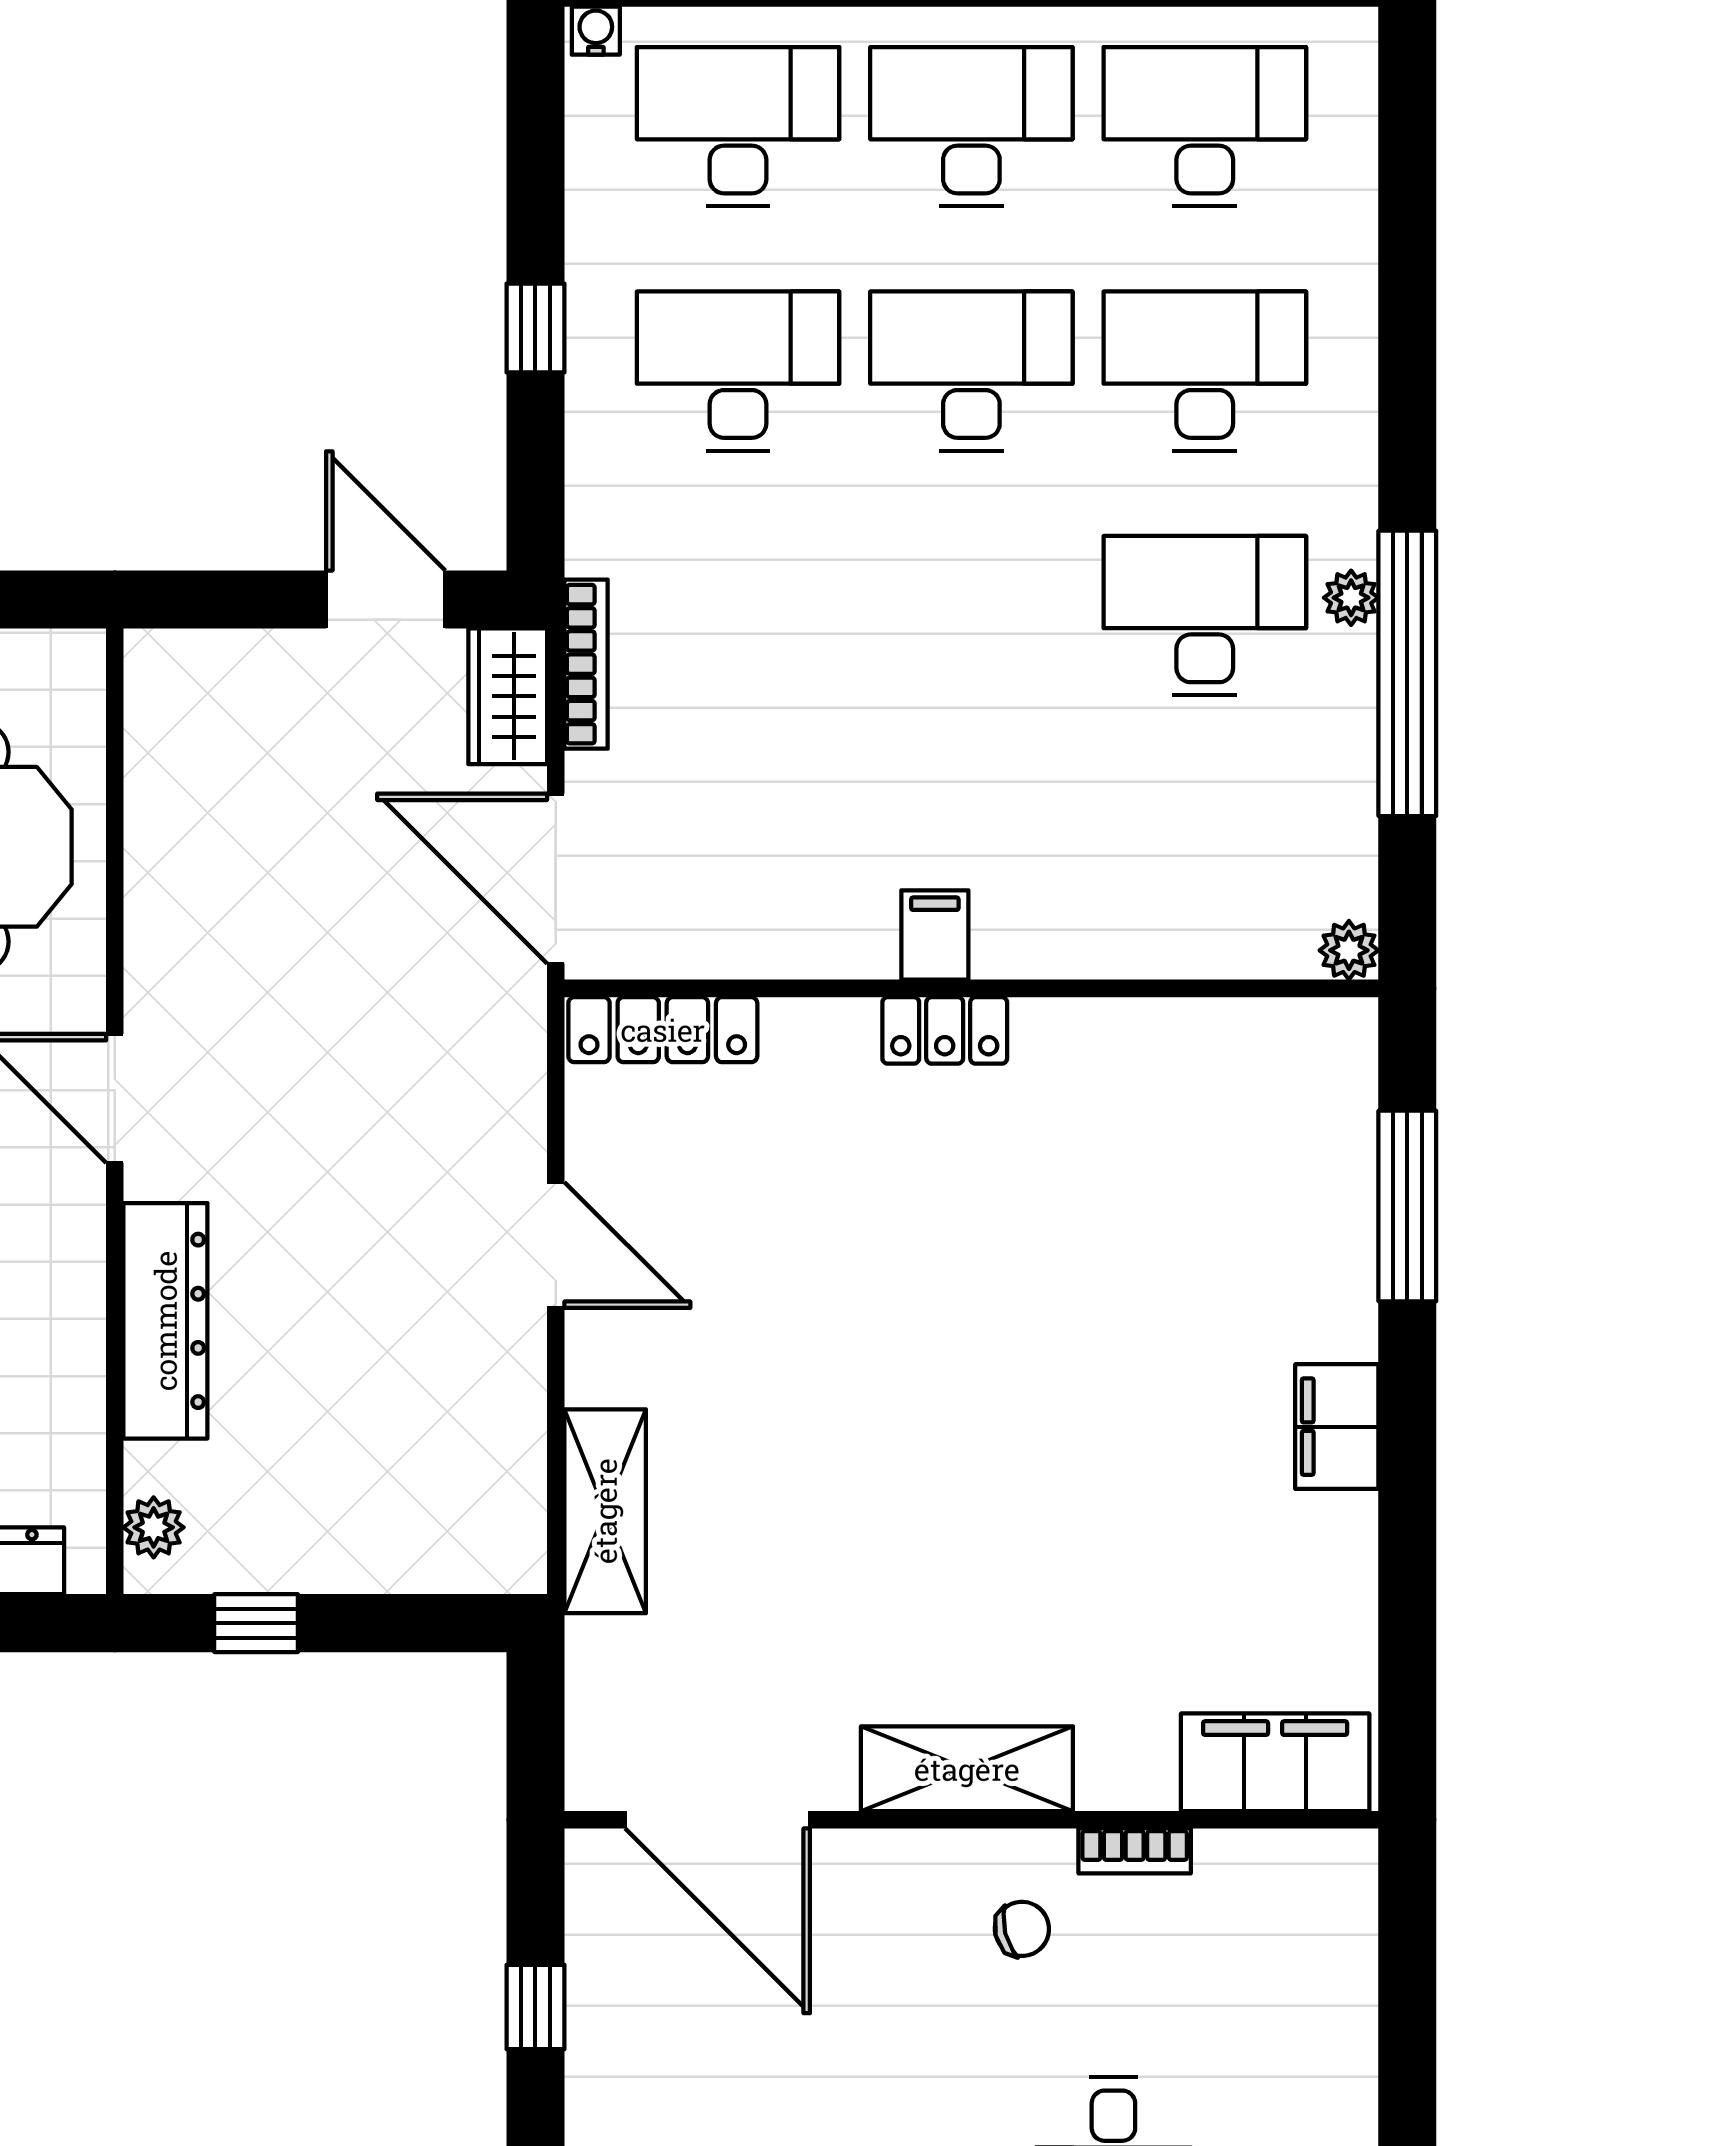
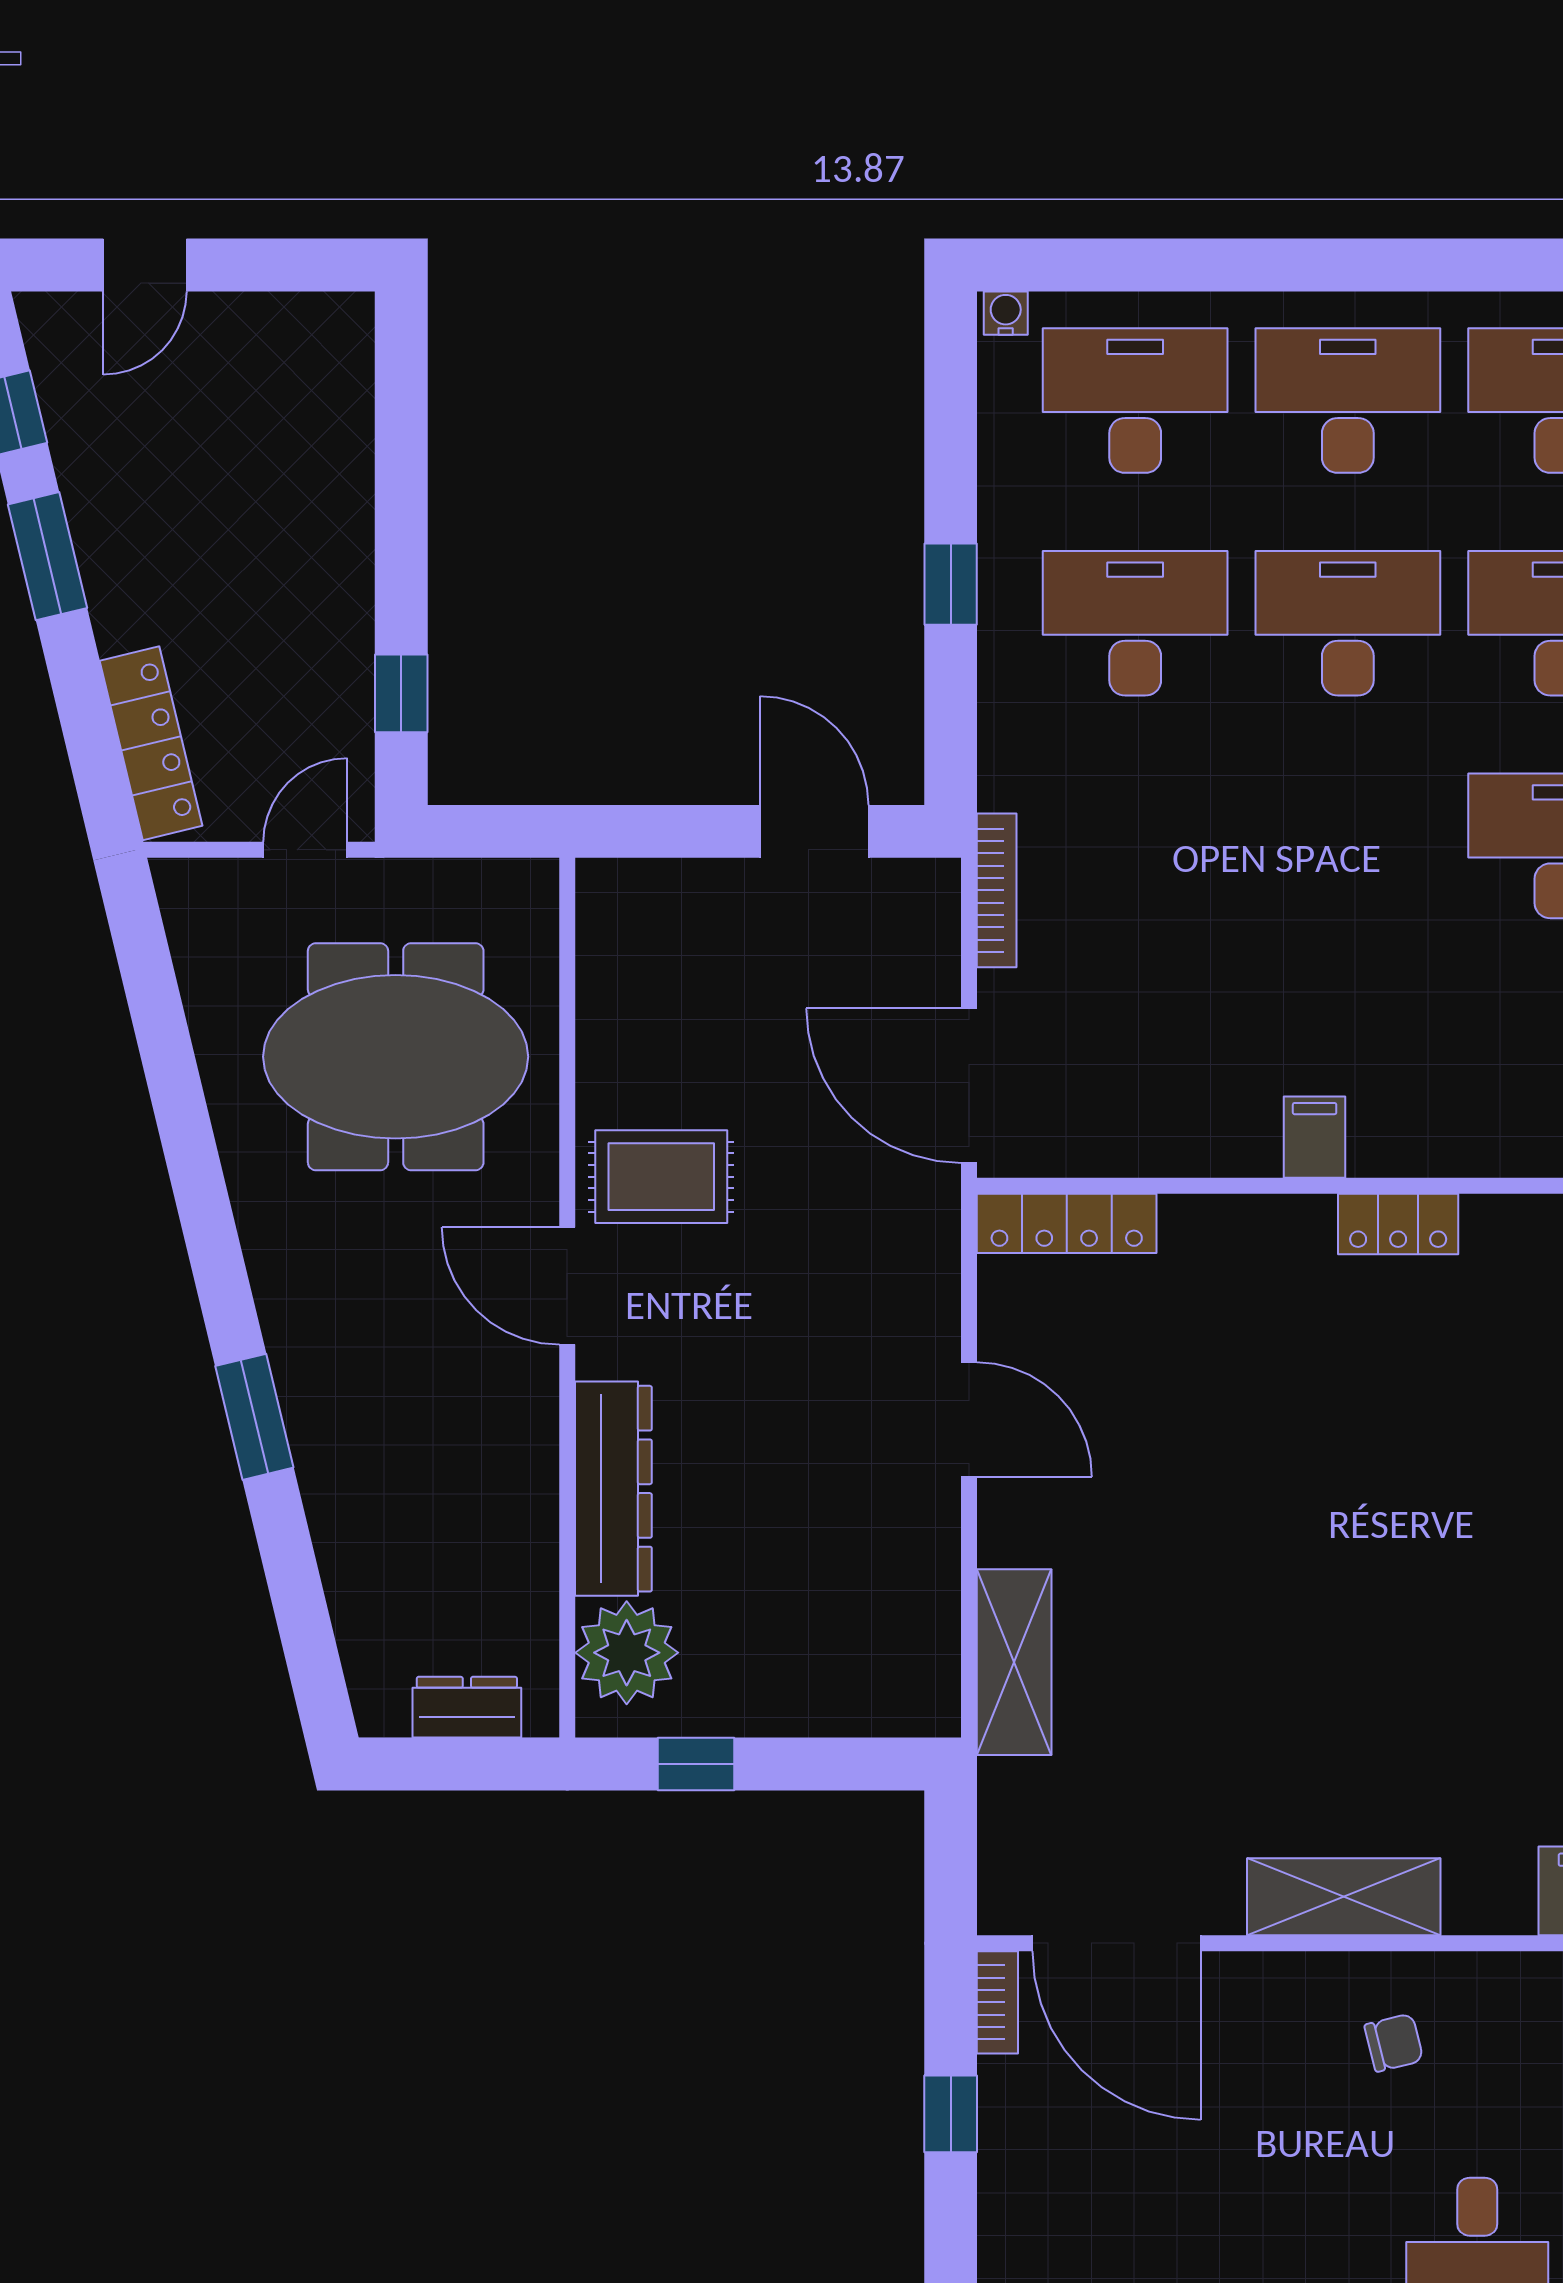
wardrobe: (508, 696) -> (925, 920), removed
rug: (218, 978) -> (661, 1177), added
locker: (945, 1030) -> (1398, 1224), moved
plant: (154, 1527) -> (627, 1653), width x1.87, depth x1.87
bookcase: (1135, 1851) -> (997, 2002), moved, turned -90

